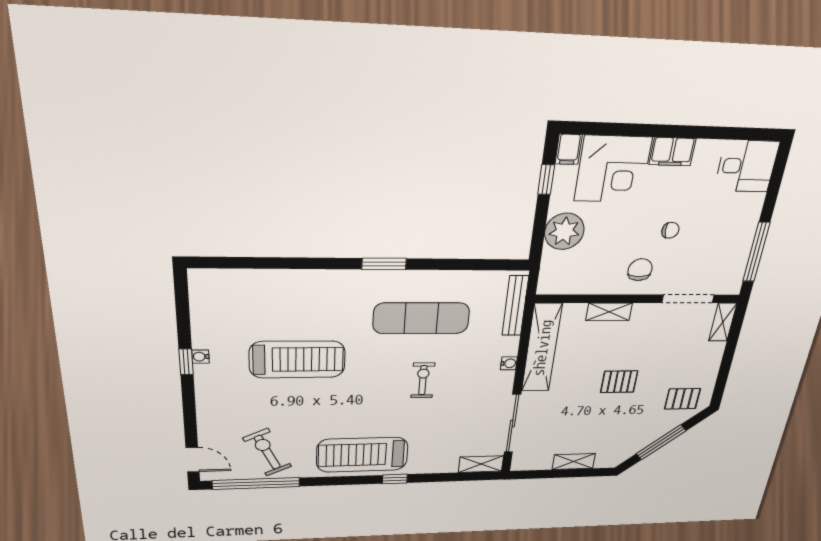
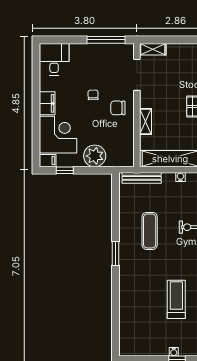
exercise mat: (421, 318) -> (150, 231), width x0.73, depth x0.69
treadmill: (297, 360) -> (176, 299), width x0.73, depth x0.73

